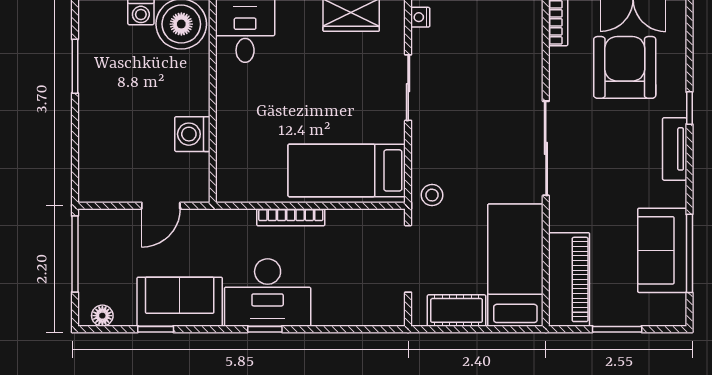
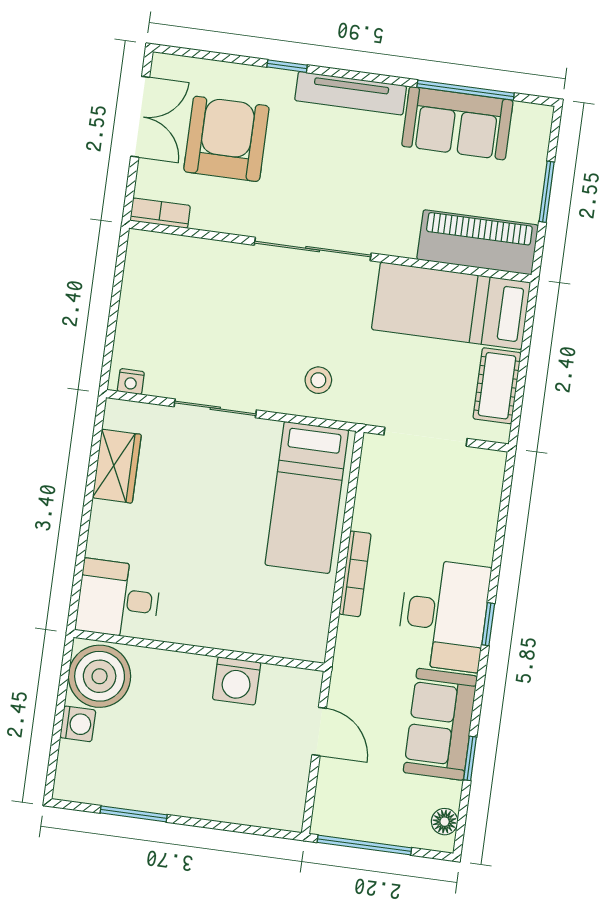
armchair: (625, 67) -> (226, 139), turned 90
tv unit: (675, 149) -> (351, 93), width x1.41
stool: (432, 195) -> (318, 380), moved

